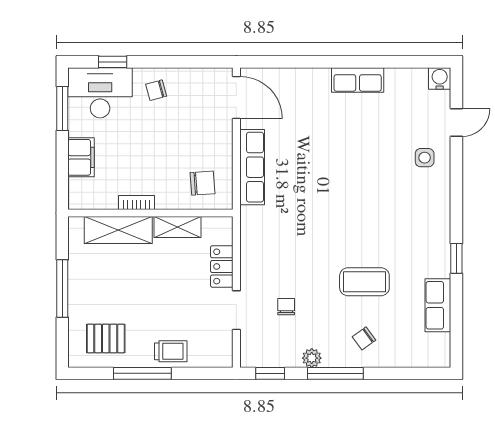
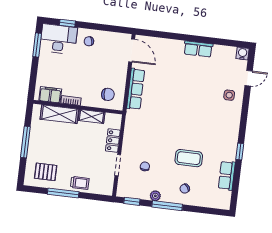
filing cabinet: (81, 157) -> (50, 95), moved, turned -90

